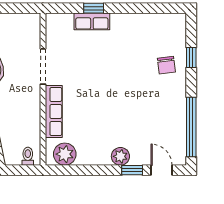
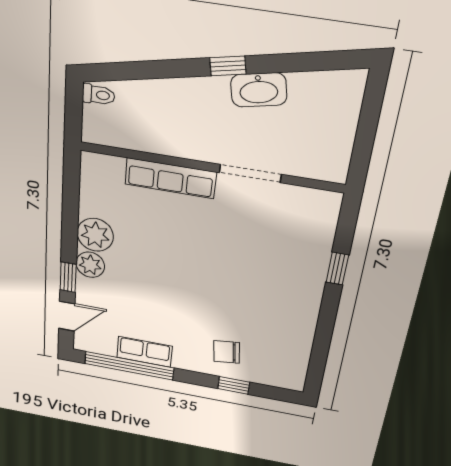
row of seats: (92, 21) -> (145, 352), moved, turned 90
plant: (65, 154) -> (95, 235), moved
toilet: (28, 156) -> (98, 95), moved

